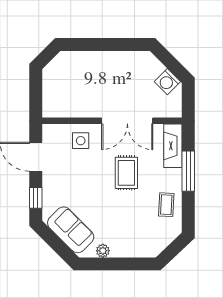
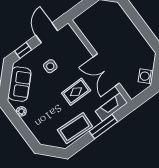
side table: (81, 141) -> (50, 66), moved
coffee table: (166, 205) -> (75, 128), width x1.86, depth x1.72

